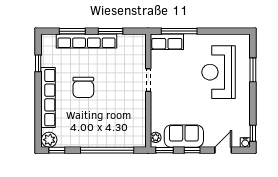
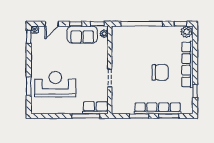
reception desk: (219, 72) -> (55, 84), turned -90
chair: (83, 87) -> (160, 72), turned 90

